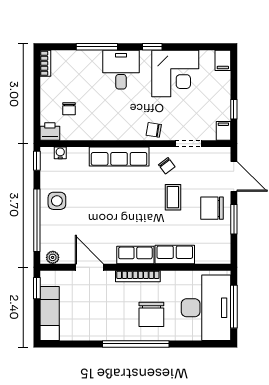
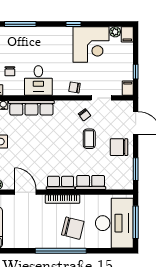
window: (97, 47) -> (20, 24), moved
plant: (207, 57) -> (115, 32), added
desk: (121, 70) -> (38, 80), moved, turned 180
row of seats: (119, 157) -> (31, 108), moved
window: (234, 219) -> (136, 169), moved
chair: (151, 314) -> (73, 228), turned -76

